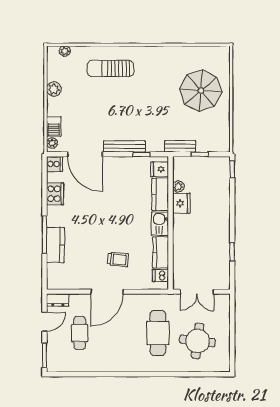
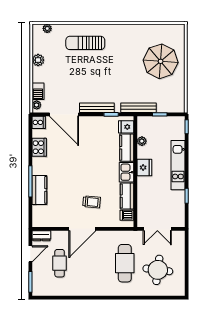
bench: (180, 146) -> (139, 108), width x1.36
fridge: (181, 203) -> (144, 168), moved
kitchen unit: (222, 215) -> (178, 165), added

